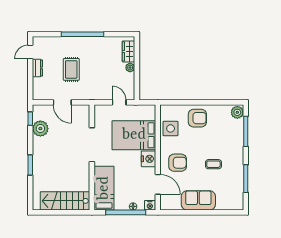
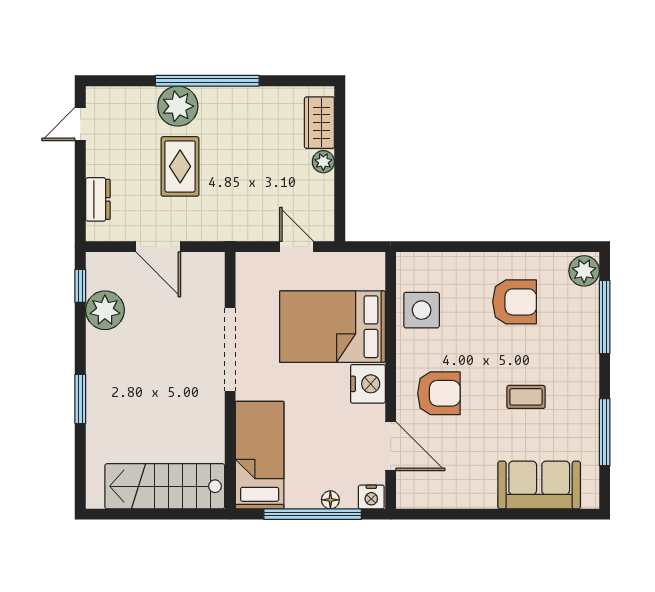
plant: (70, 45) -> (178, 106), added
dresser: (37, 68) -> (98, 199), moved
armchair: (197, 118) -> (515, 302), moved
sofa: (198, 200) -> (539, 485), moved

